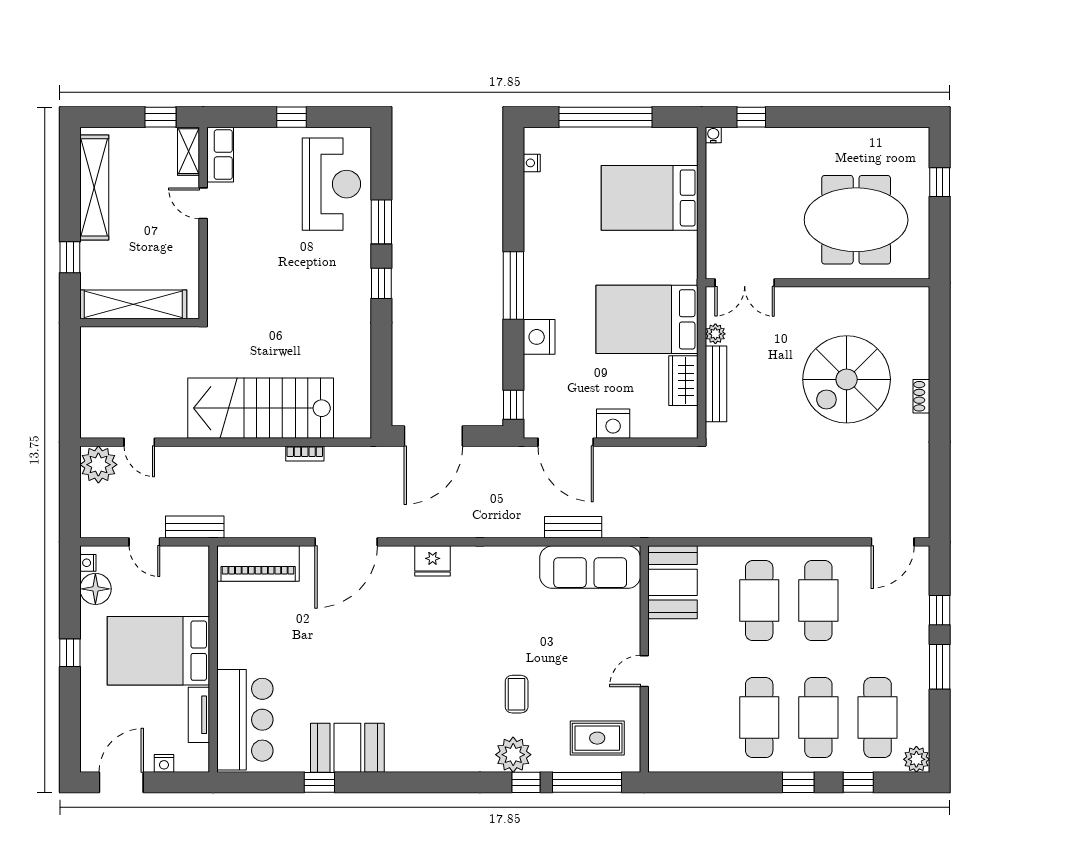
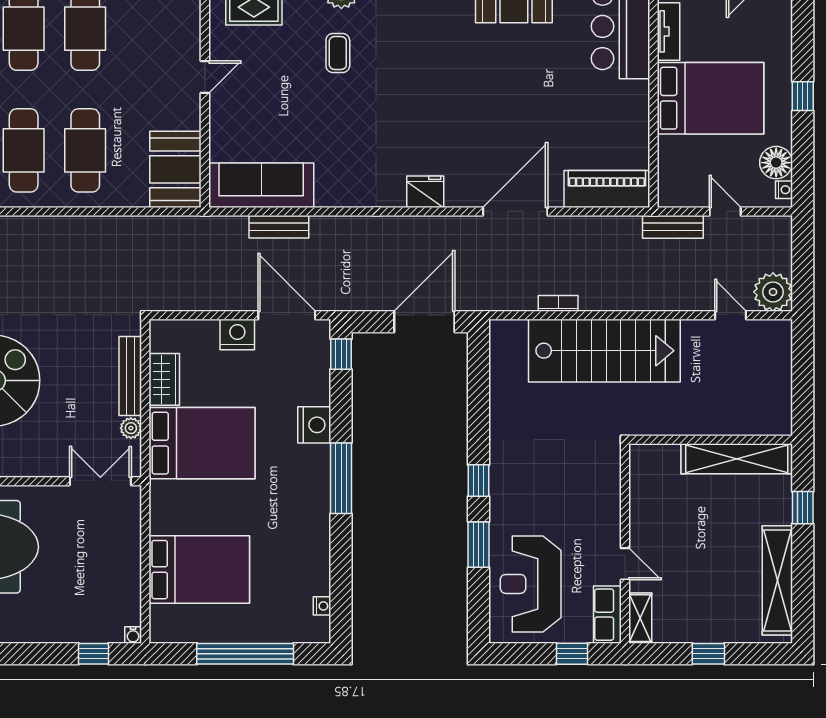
shelving: (189, 151) -> (640, 618), moved
row of seats: (220, 155) -> (607, 615), moved
door: (203, 203) -> (625, 564), moved
wall: (203, 223) -> (625, 543), moved

